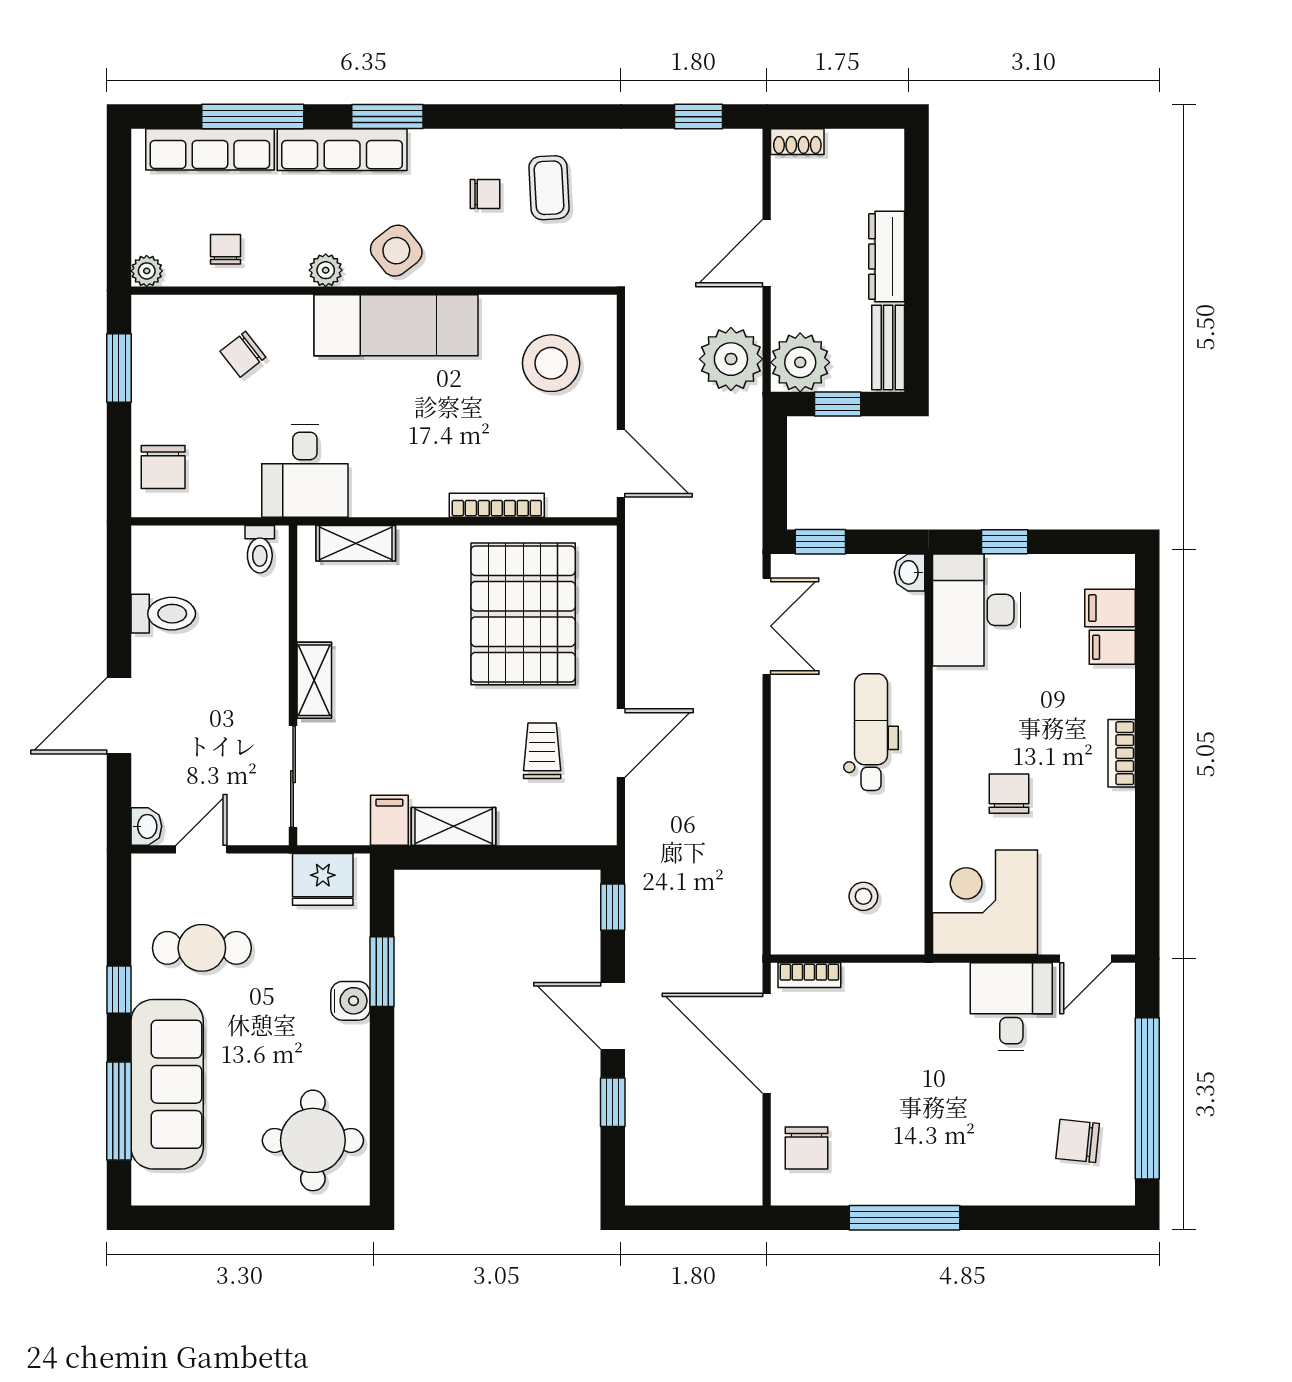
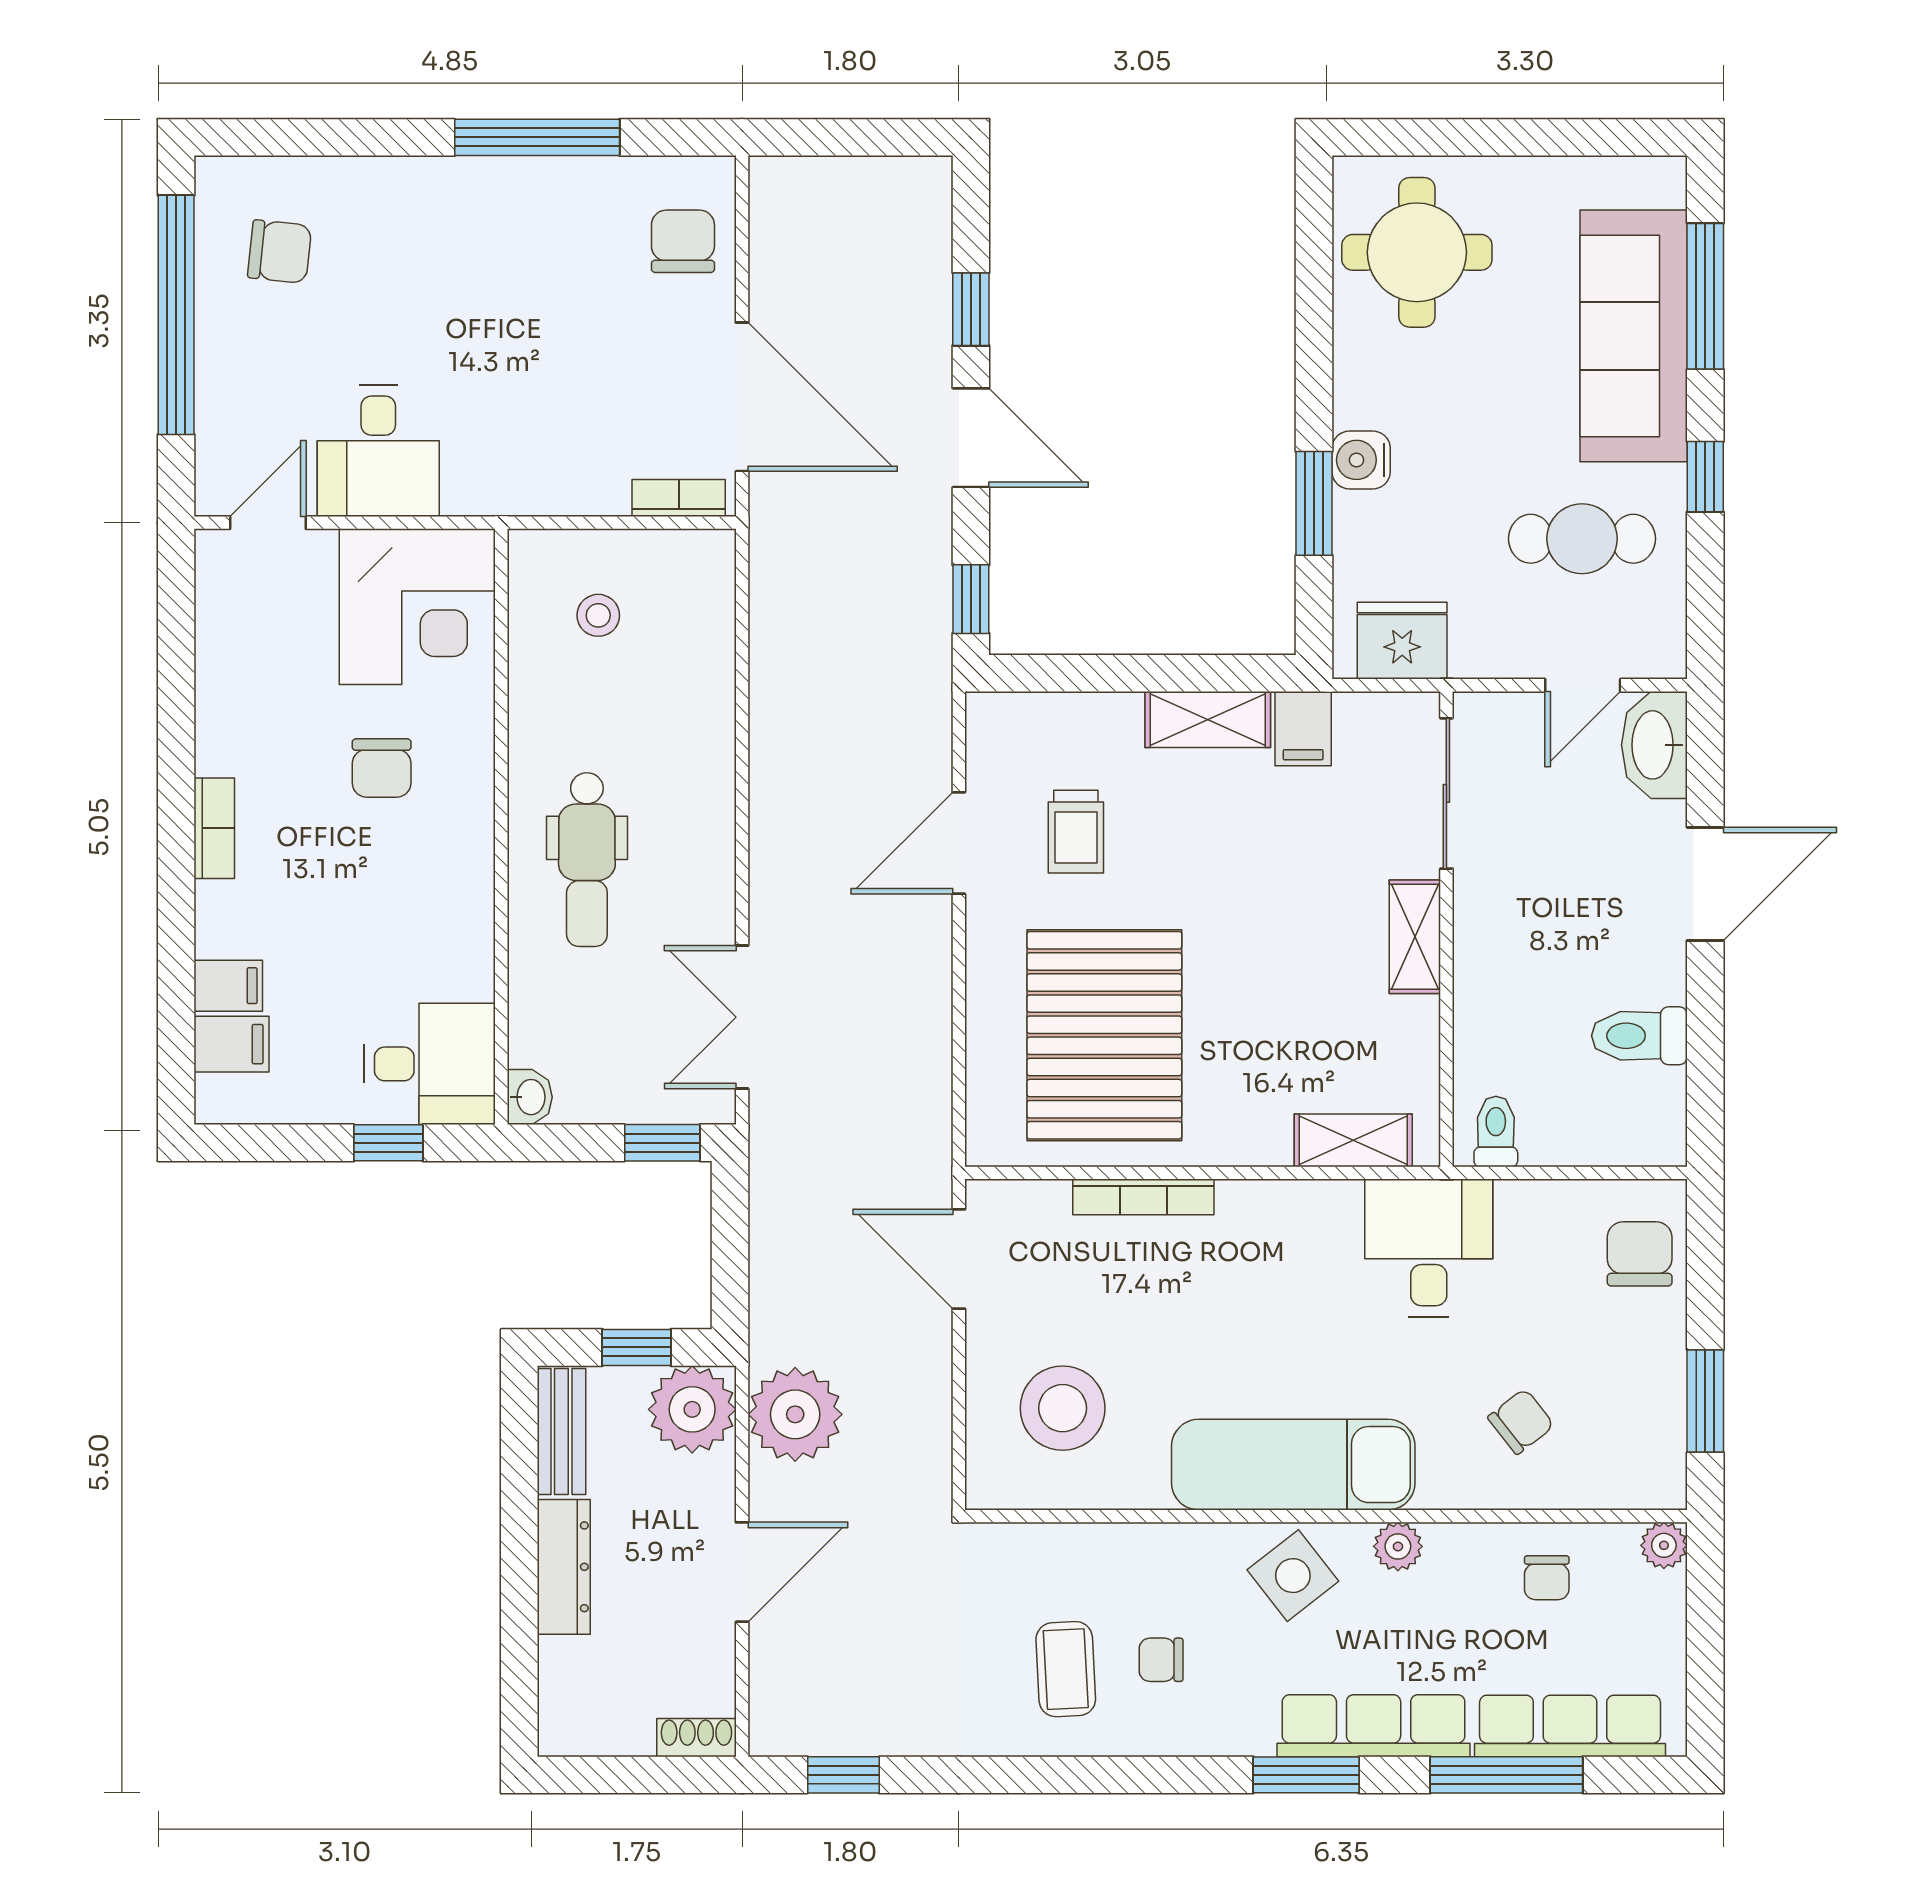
desk: (977, 610) -> (430, 1064), width x0.73
washbasin: (146, 826) -> (1654, 745), width x1.91, depth x1.45

